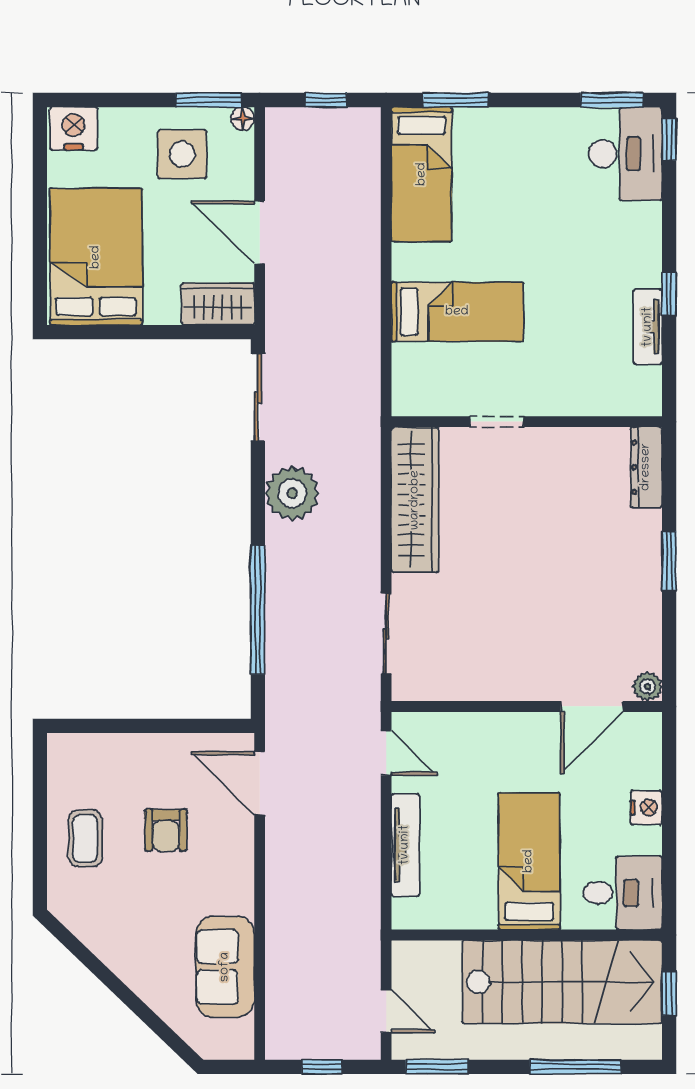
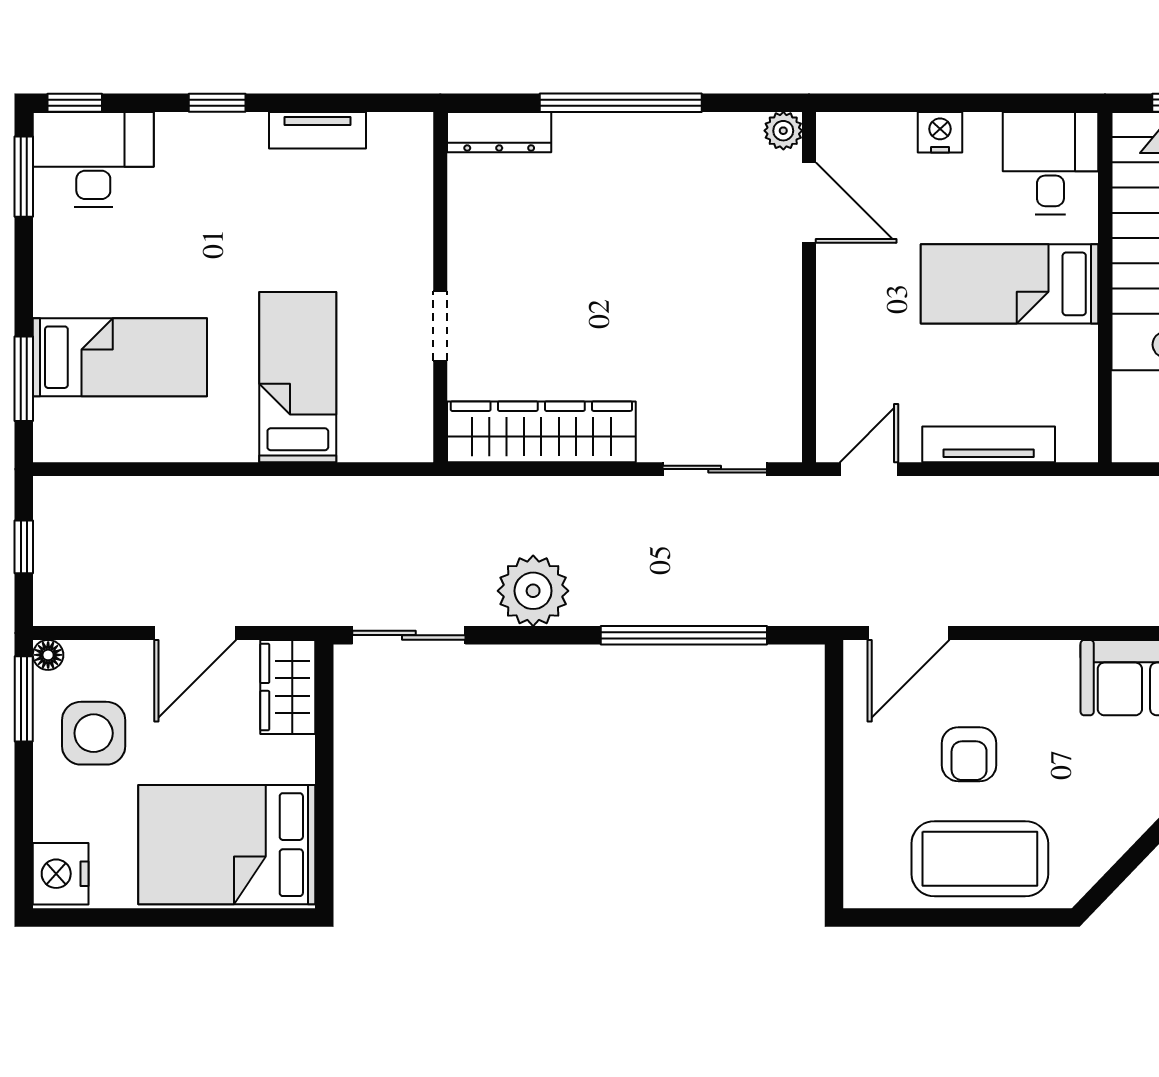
bed: (422, 174) -> (120, 357), moved
window: (669, 294) -> (217, 103), moved
window: (669, 561) -> (621, 103), width x2.11
armchair: (166, 830) -> (969, 754), turned 90
coffee table: (85, 838) -> (980, 859), width x1.86, depth x1.72

